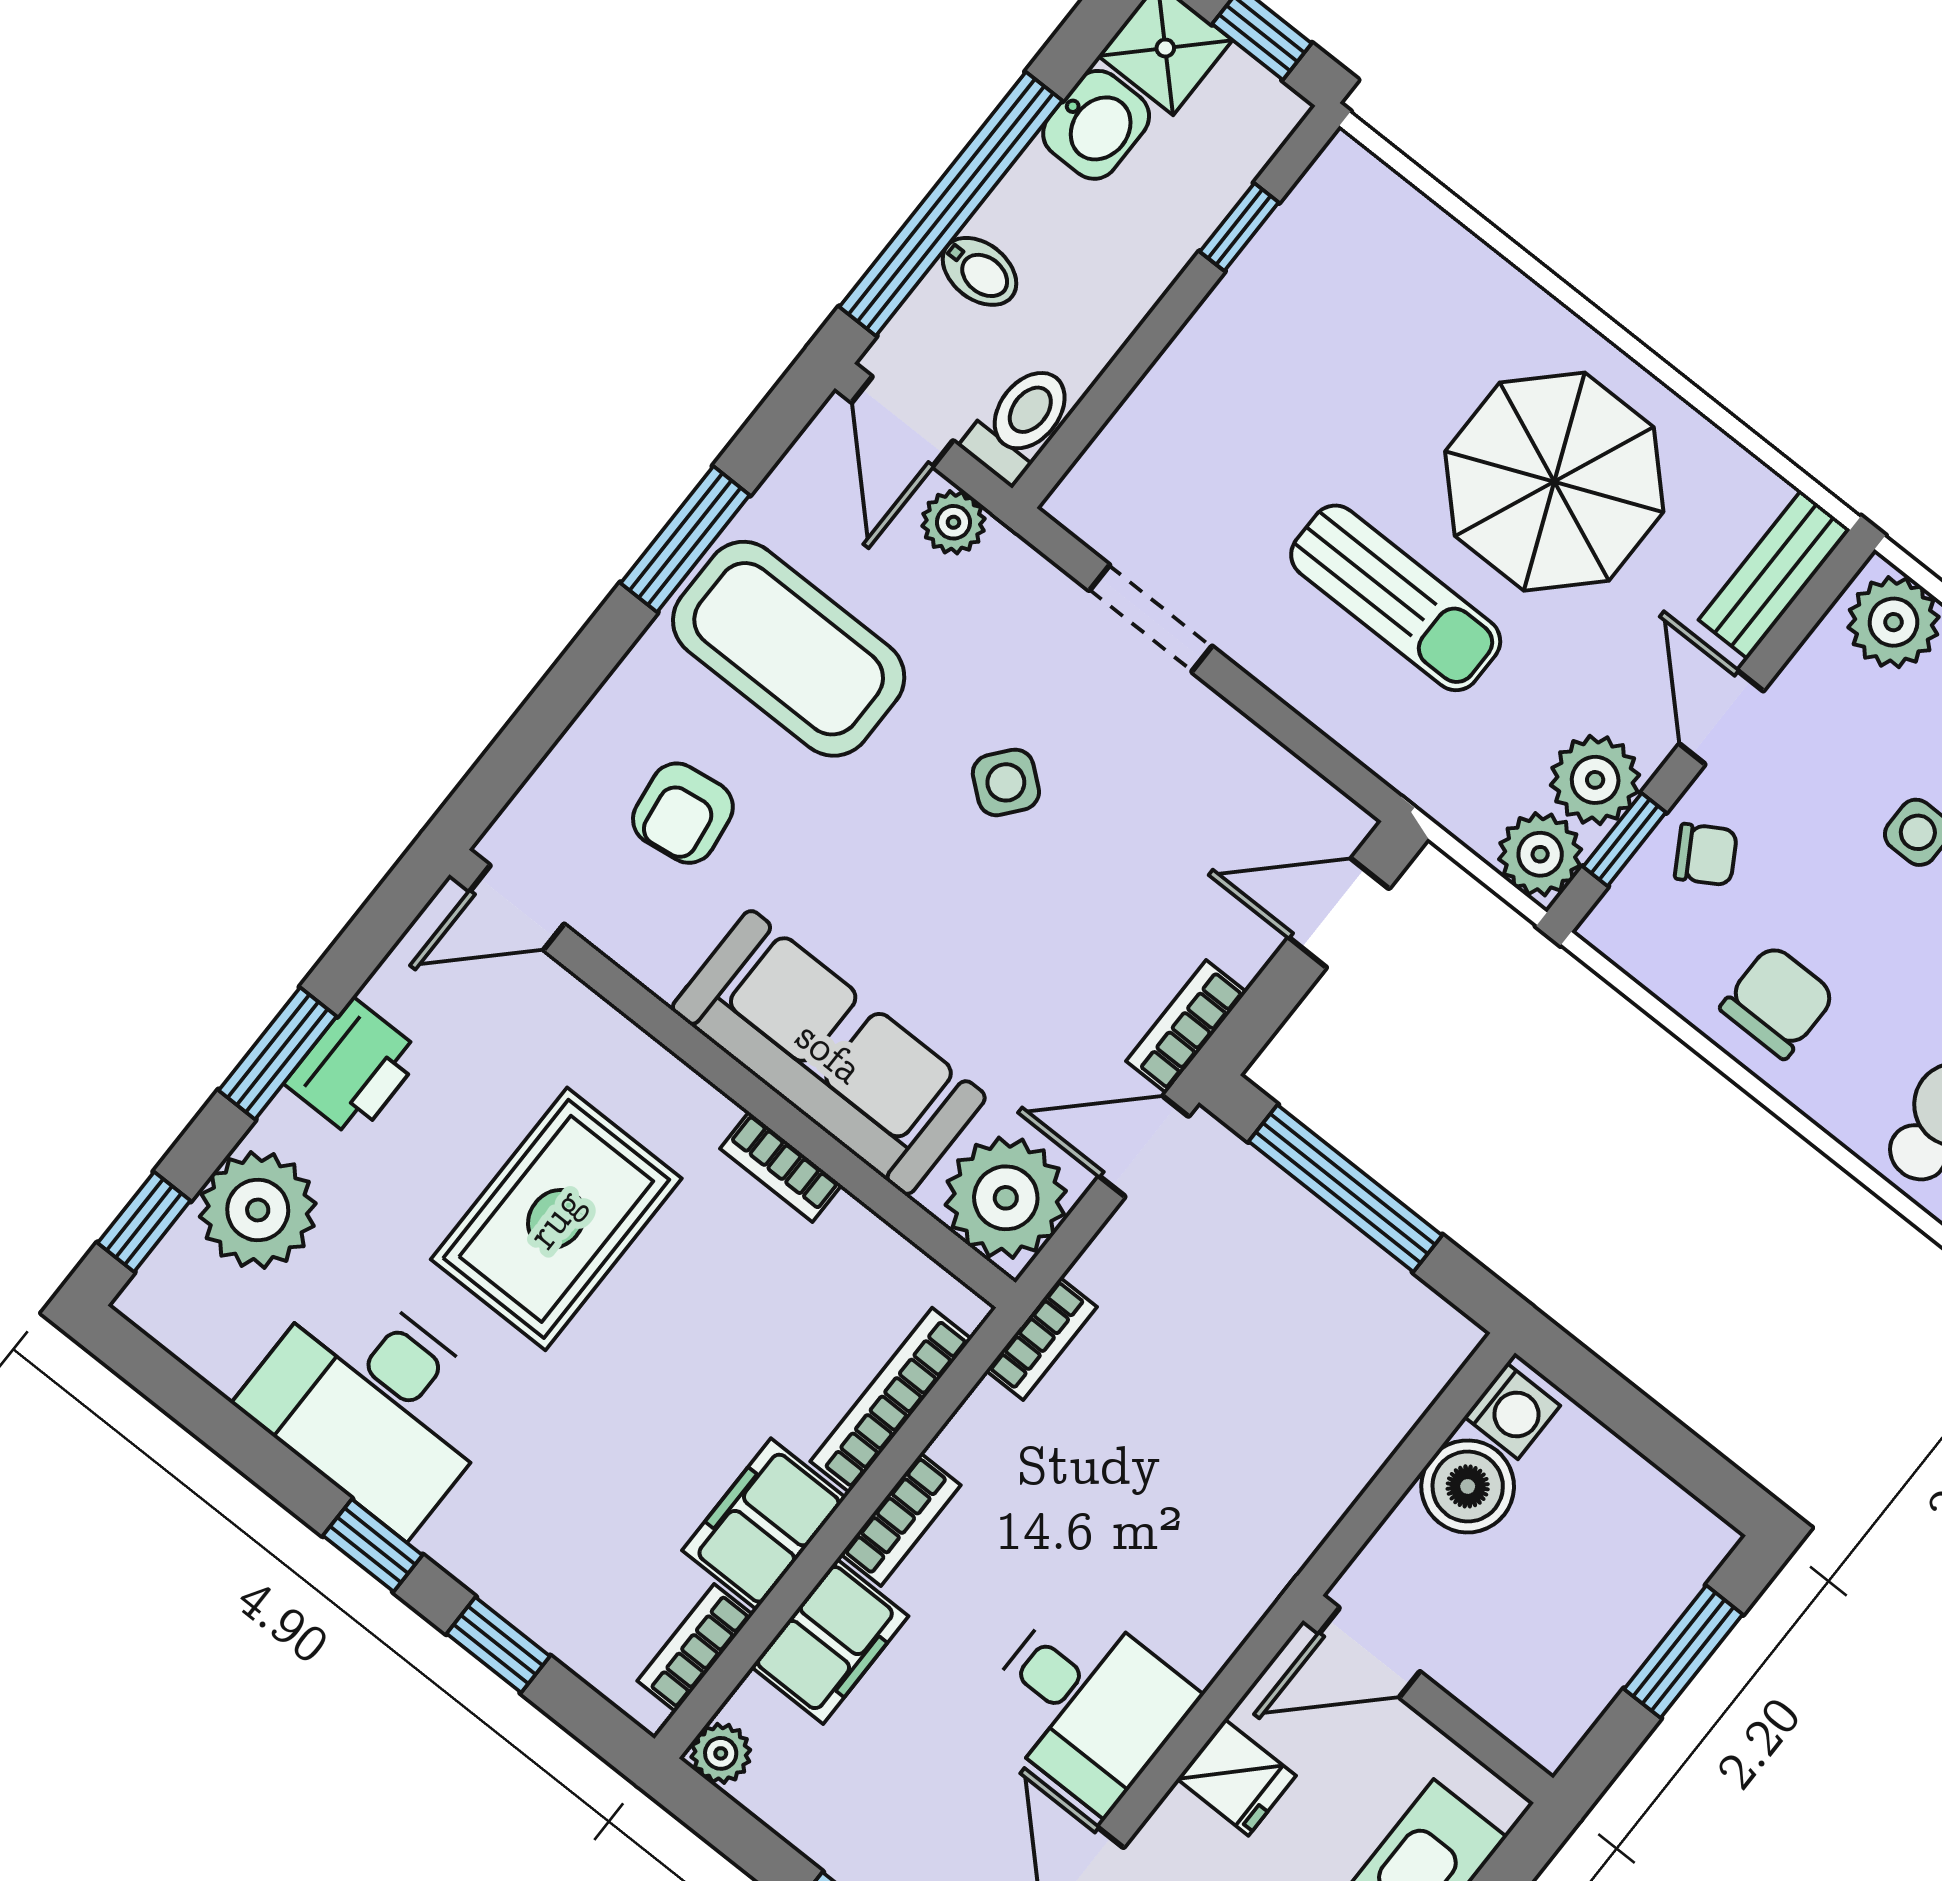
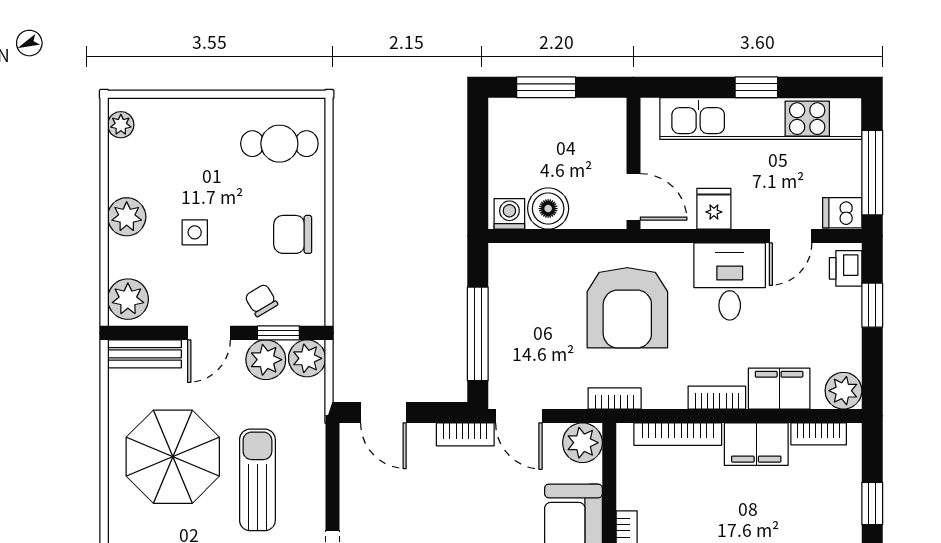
plant: (1006, 1198) -> (582, 443), width x0.73, depth x0.73
armchair: (1183, 1487) -> (627, 308), added
plant: (721, 1753) -> (843, 391), width x1.38, depth x1.38

